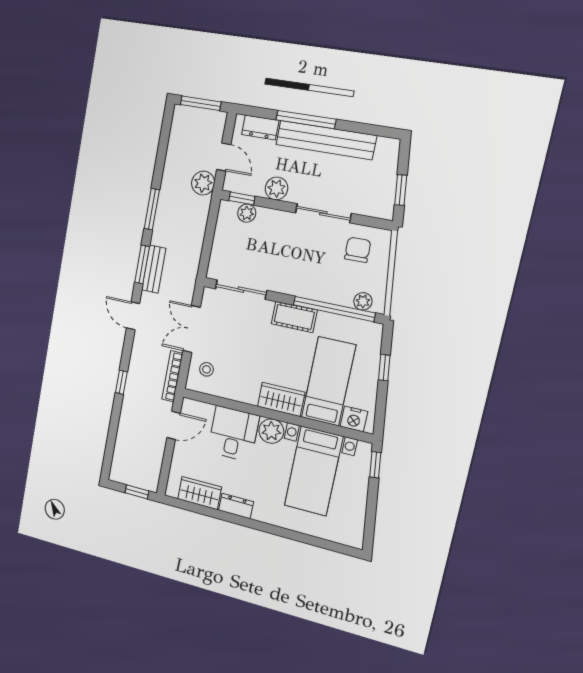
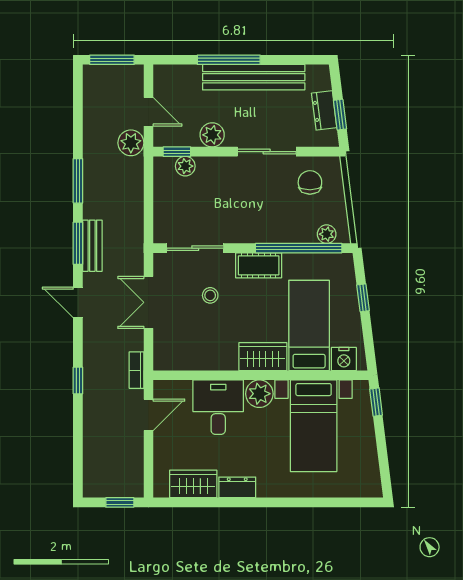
dresser: (260, 127) -> (324, 110), moved, turned 83
stool: (206, 369) -> (210, 295), moved
bookcase: (172, 376) -> (136, 370), width x0.64

